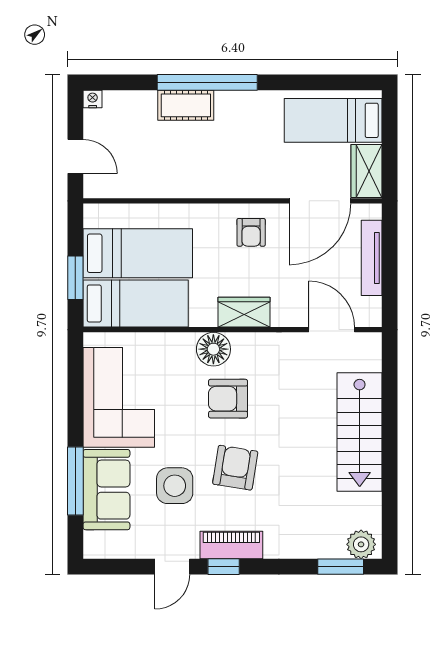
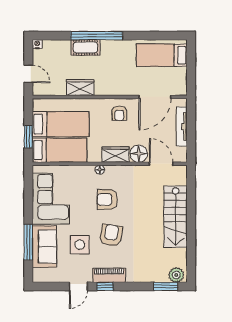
wardrobe: (367, 171) -> (80, 88), moved, turned 90
floor lamp: (289, 310) -> (139, 154), added
floor lamp: (213, 349) -> (100, 170), width x0.53, depth x0.53

